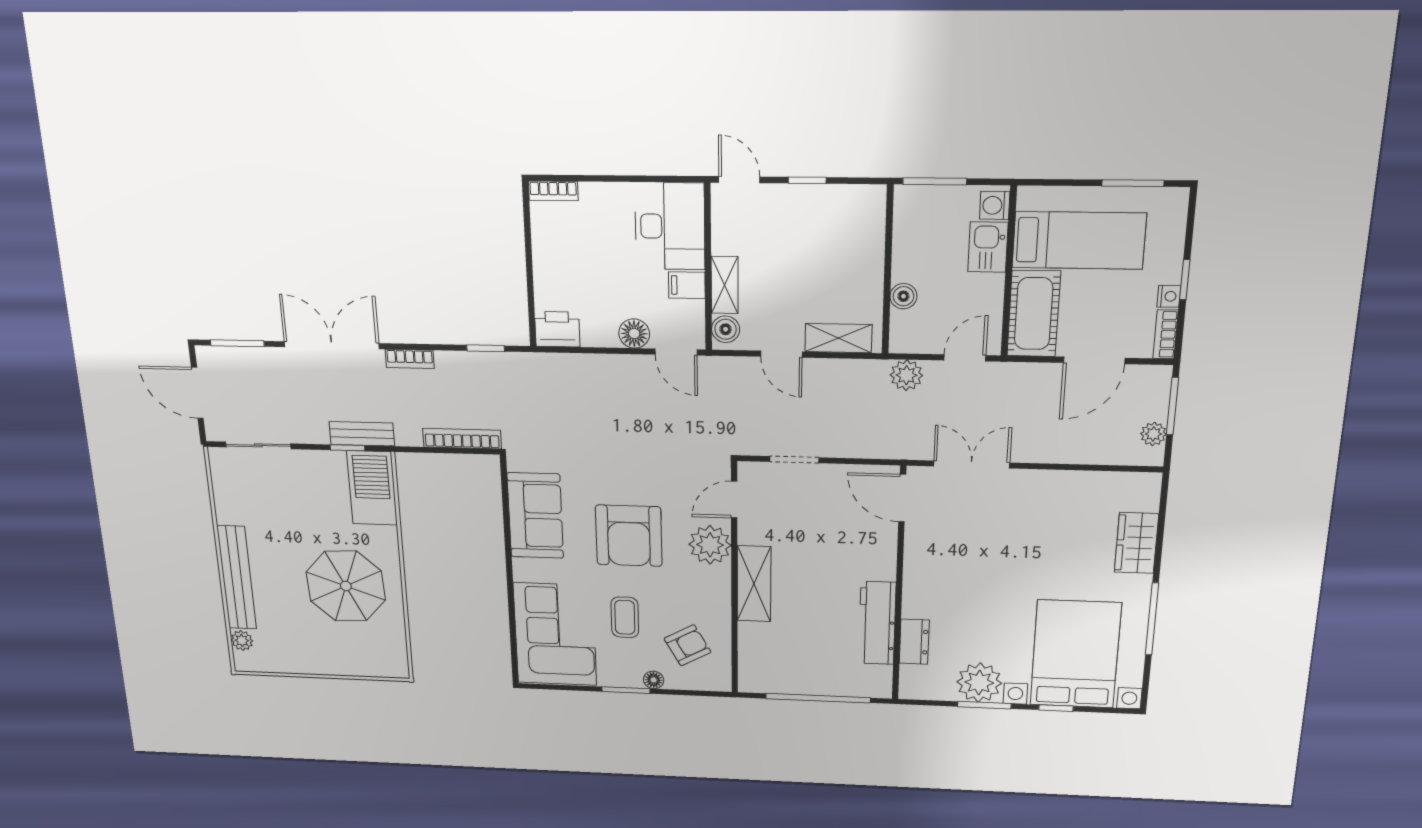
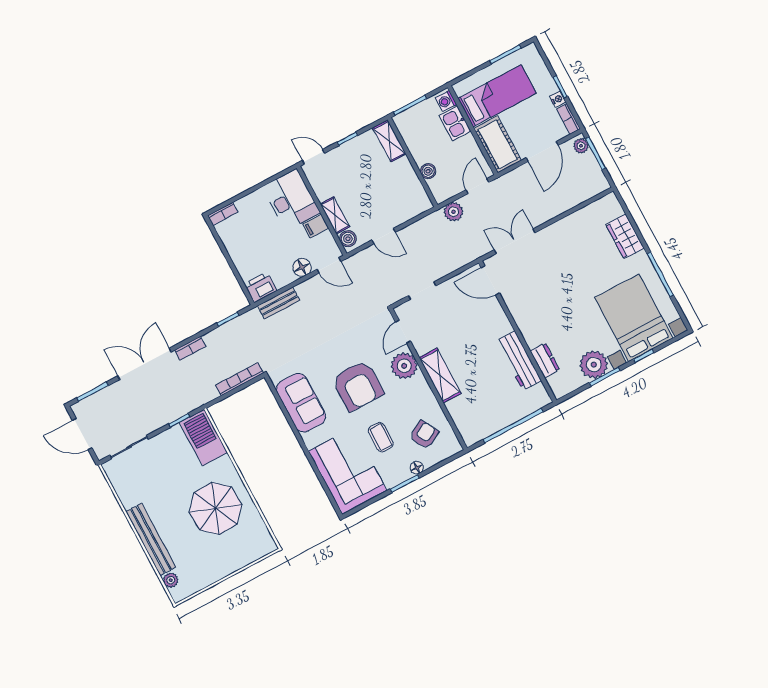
shelving: (838, 338) -> (389, 141), moved, turned 90
bench: (362, 434) -> (279, 303), moved
plant: (1153, 434) -> (581, 146), moved

